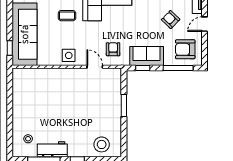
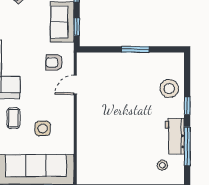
side table: (69, 55) -> (43, 128), moved
window: (124, 106) -> (135, 49), moved
stool: (102, 144) -> (169, 89), moved

